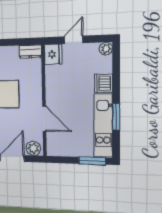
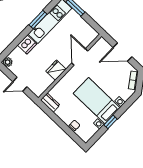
fridge: (53, 54) -> (56, 70), moved
plant: (33, 148) -> (103, 46), removed

